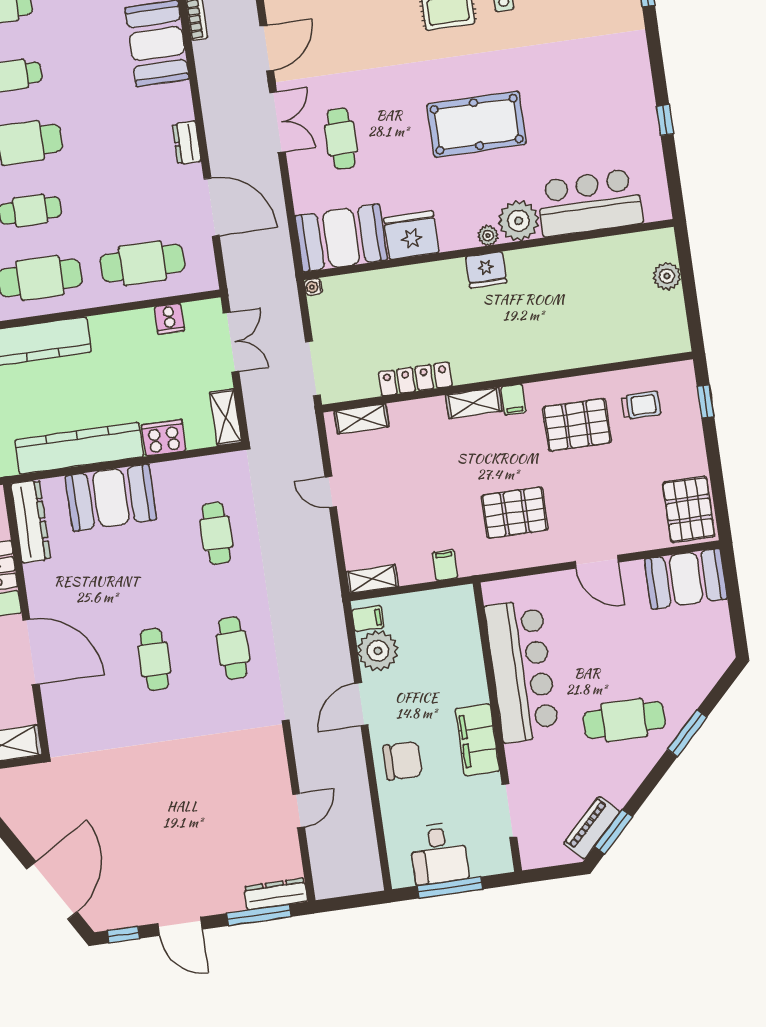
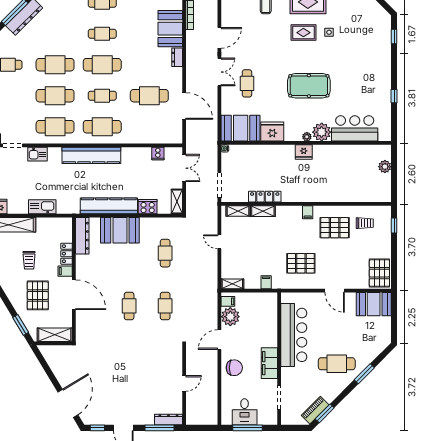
dresser: (187, 143) -> (177, 57), moved
cafe table: (142, 263) -> (149, 96), moved
shelving: (474, 403) -> (263, 211), moved

